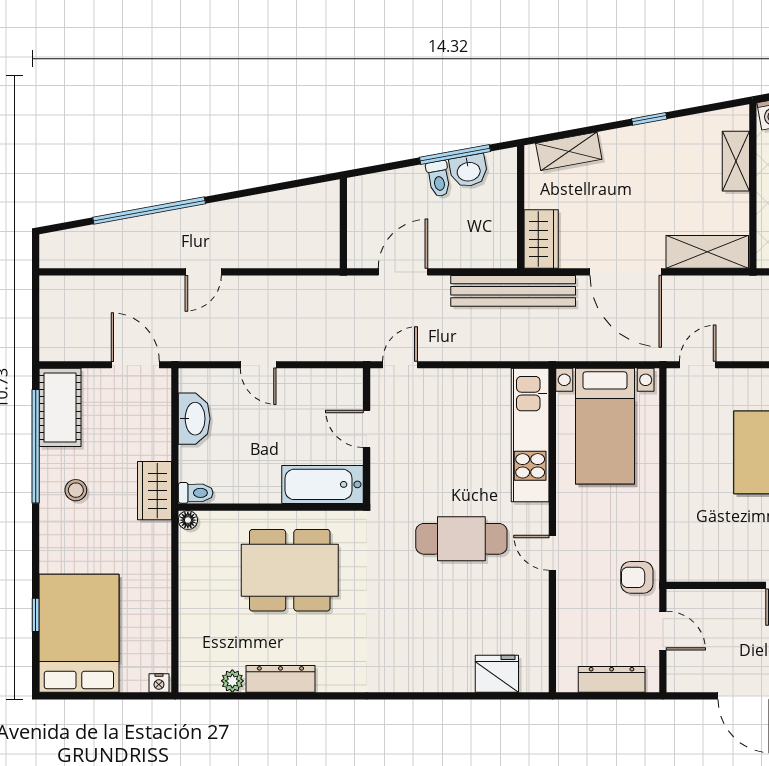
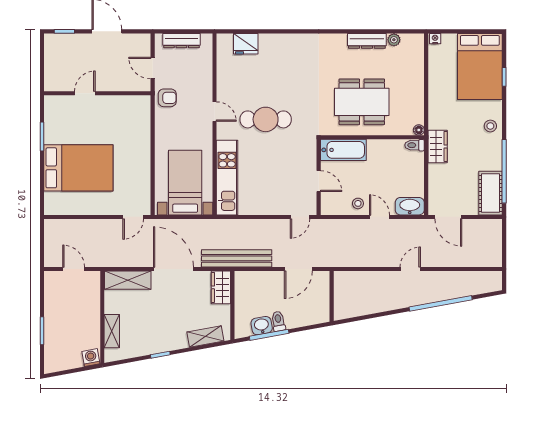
stool: (297, 389) -> (358, 203), added
washbasin: (194, 419) -> (410, 206), moved, turned 90
stool: (76, 490) -> (490, 126), moved

